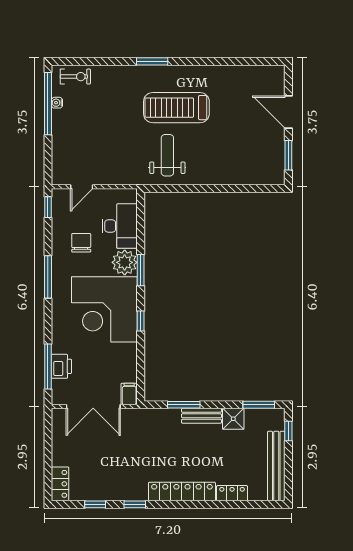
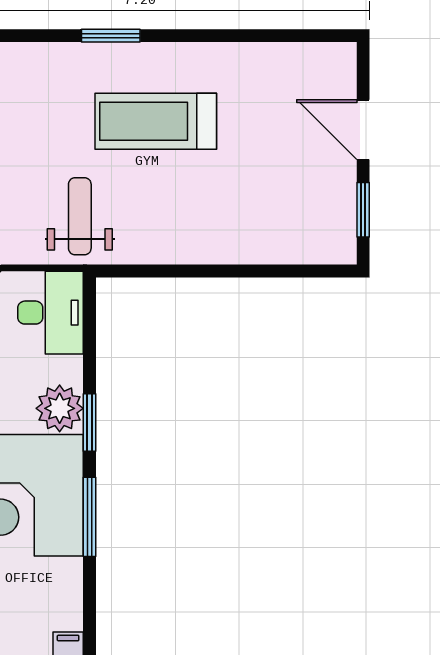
weight bench: (167, 155) -> (80, 216), moved
desk: (120, 226) -> (50, 313), moved
window: (141, 321) -> (89, 517), width x2.17

